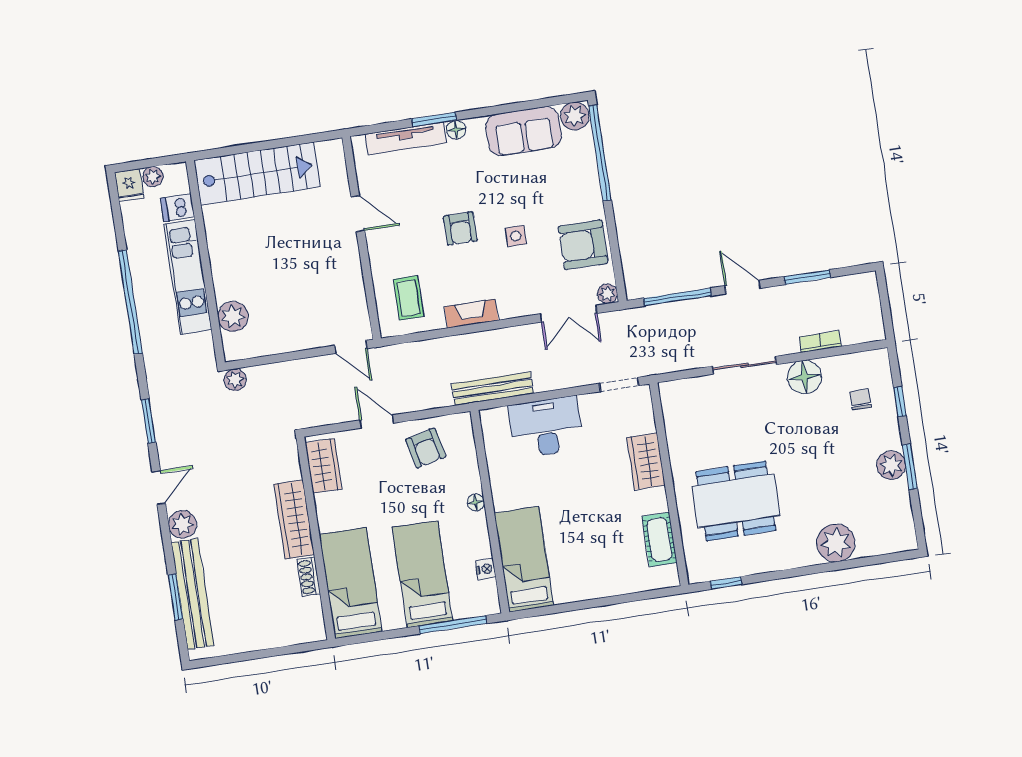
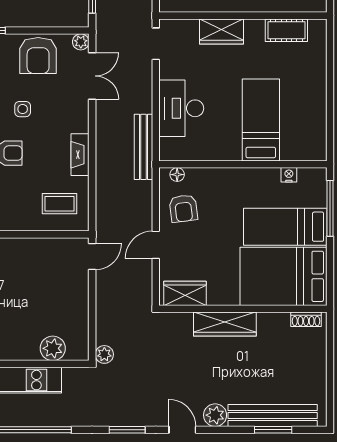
armchair: (426, 448) -> (183, 208), turned 96
floor lamp: (476, 502) -> (177, 175), moved
bed: (524, 559) -> (261, 120), moved, turned 90
shoe rack: (309, 577) -> (306, 319), moved
bed: (351, 583) -> (283, 276), width x1.50

